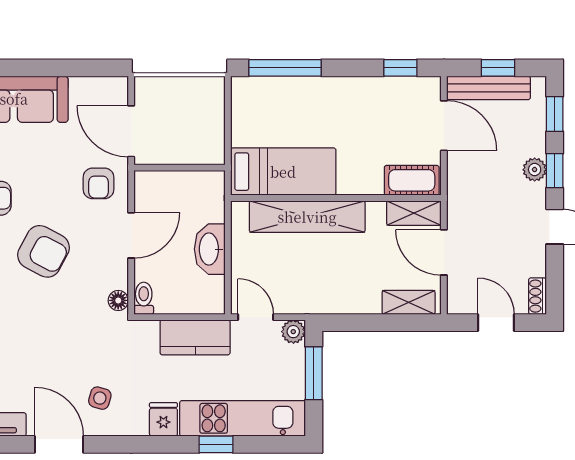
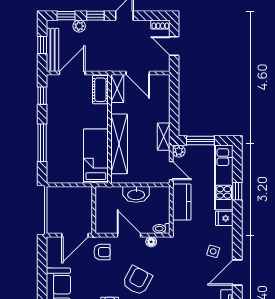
window: (285, 68) -> (42, 143), moved
plant: (535, 170) -> (79, 26), moved
door: (444, 252) -> (138, 73), hinge flipped
floor lamp: (118, 300) -> (151, 242), moved
shelving: (409, 302) -> (164, 137), moved
door: (256, 317) -> (171, 171), swing flipped
door: (496, 323) -> (174, 46), hinge flipped

